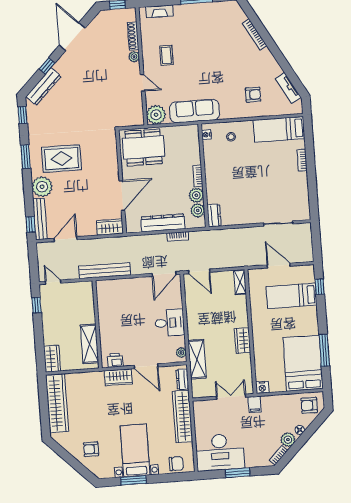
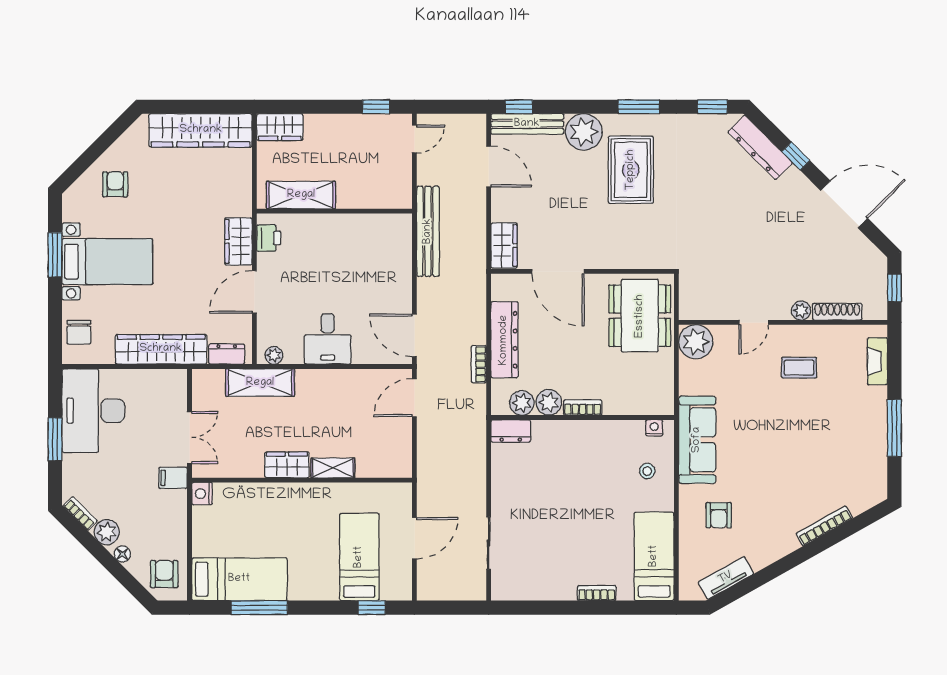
sofa: (195, 111) -> (697, 440), moved
shelving: (240, 282) -> (333, 468), moved
bed: (303, 363) -> (239, 579), width x0.67

